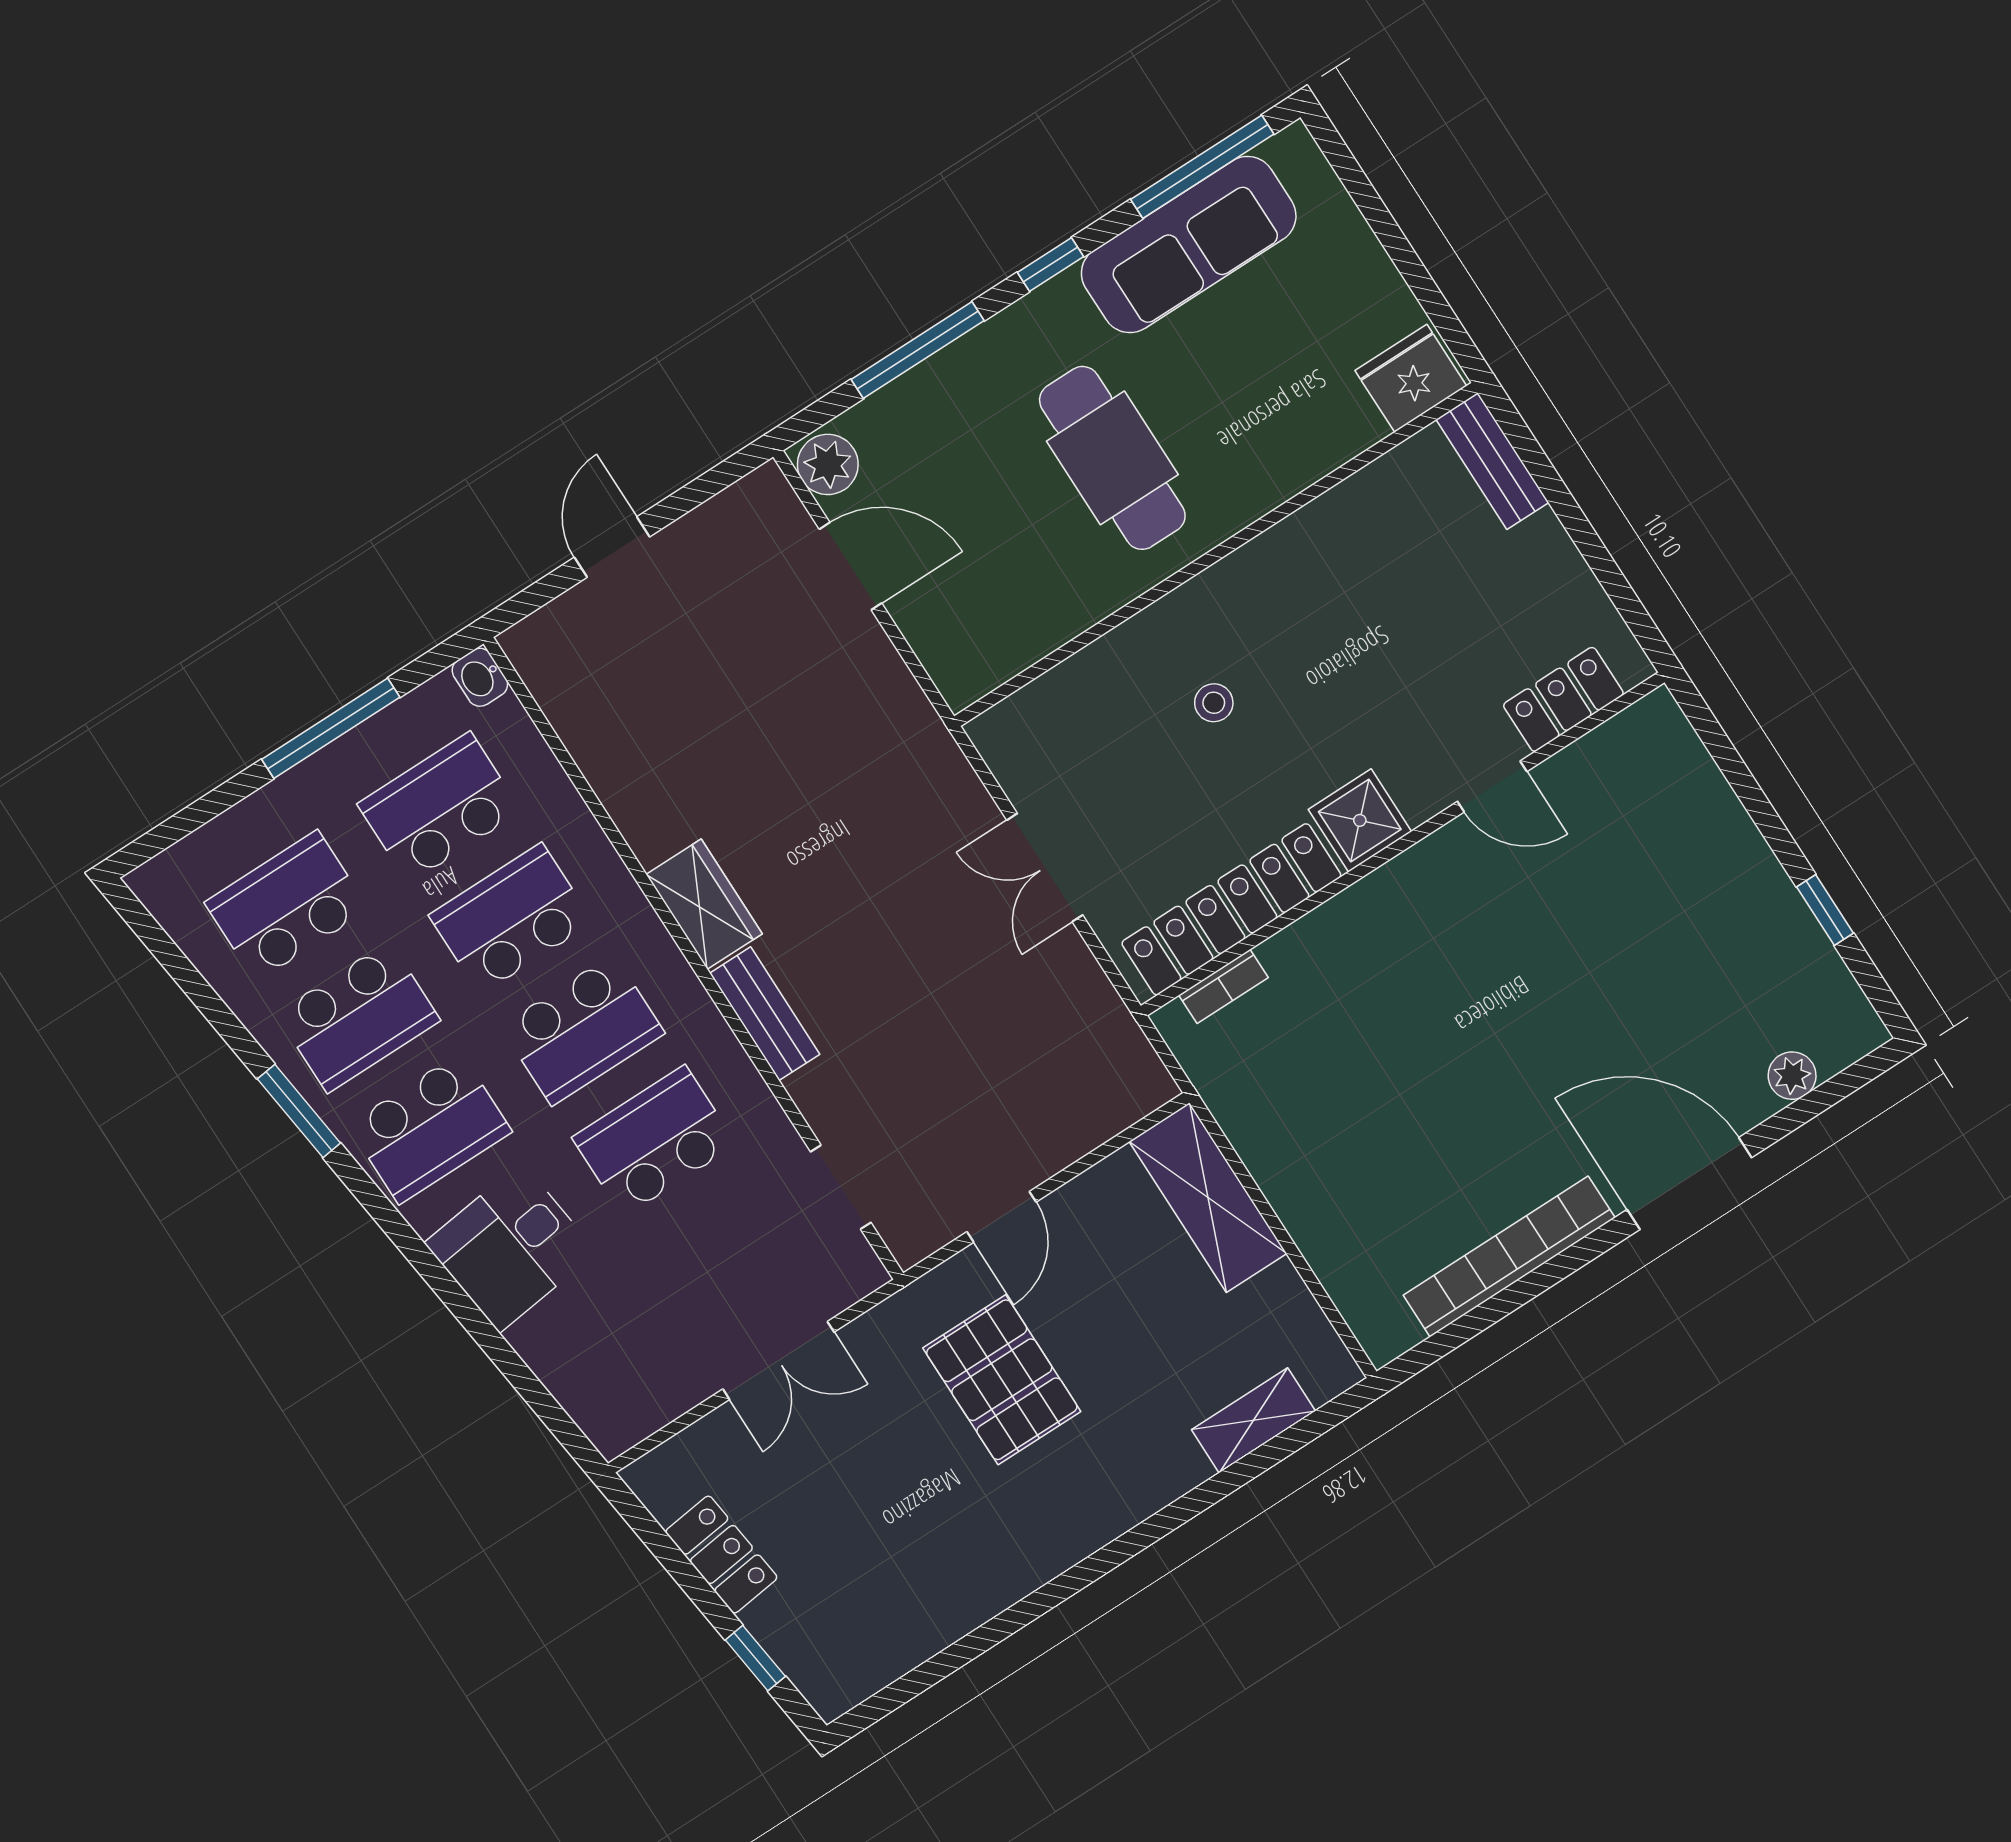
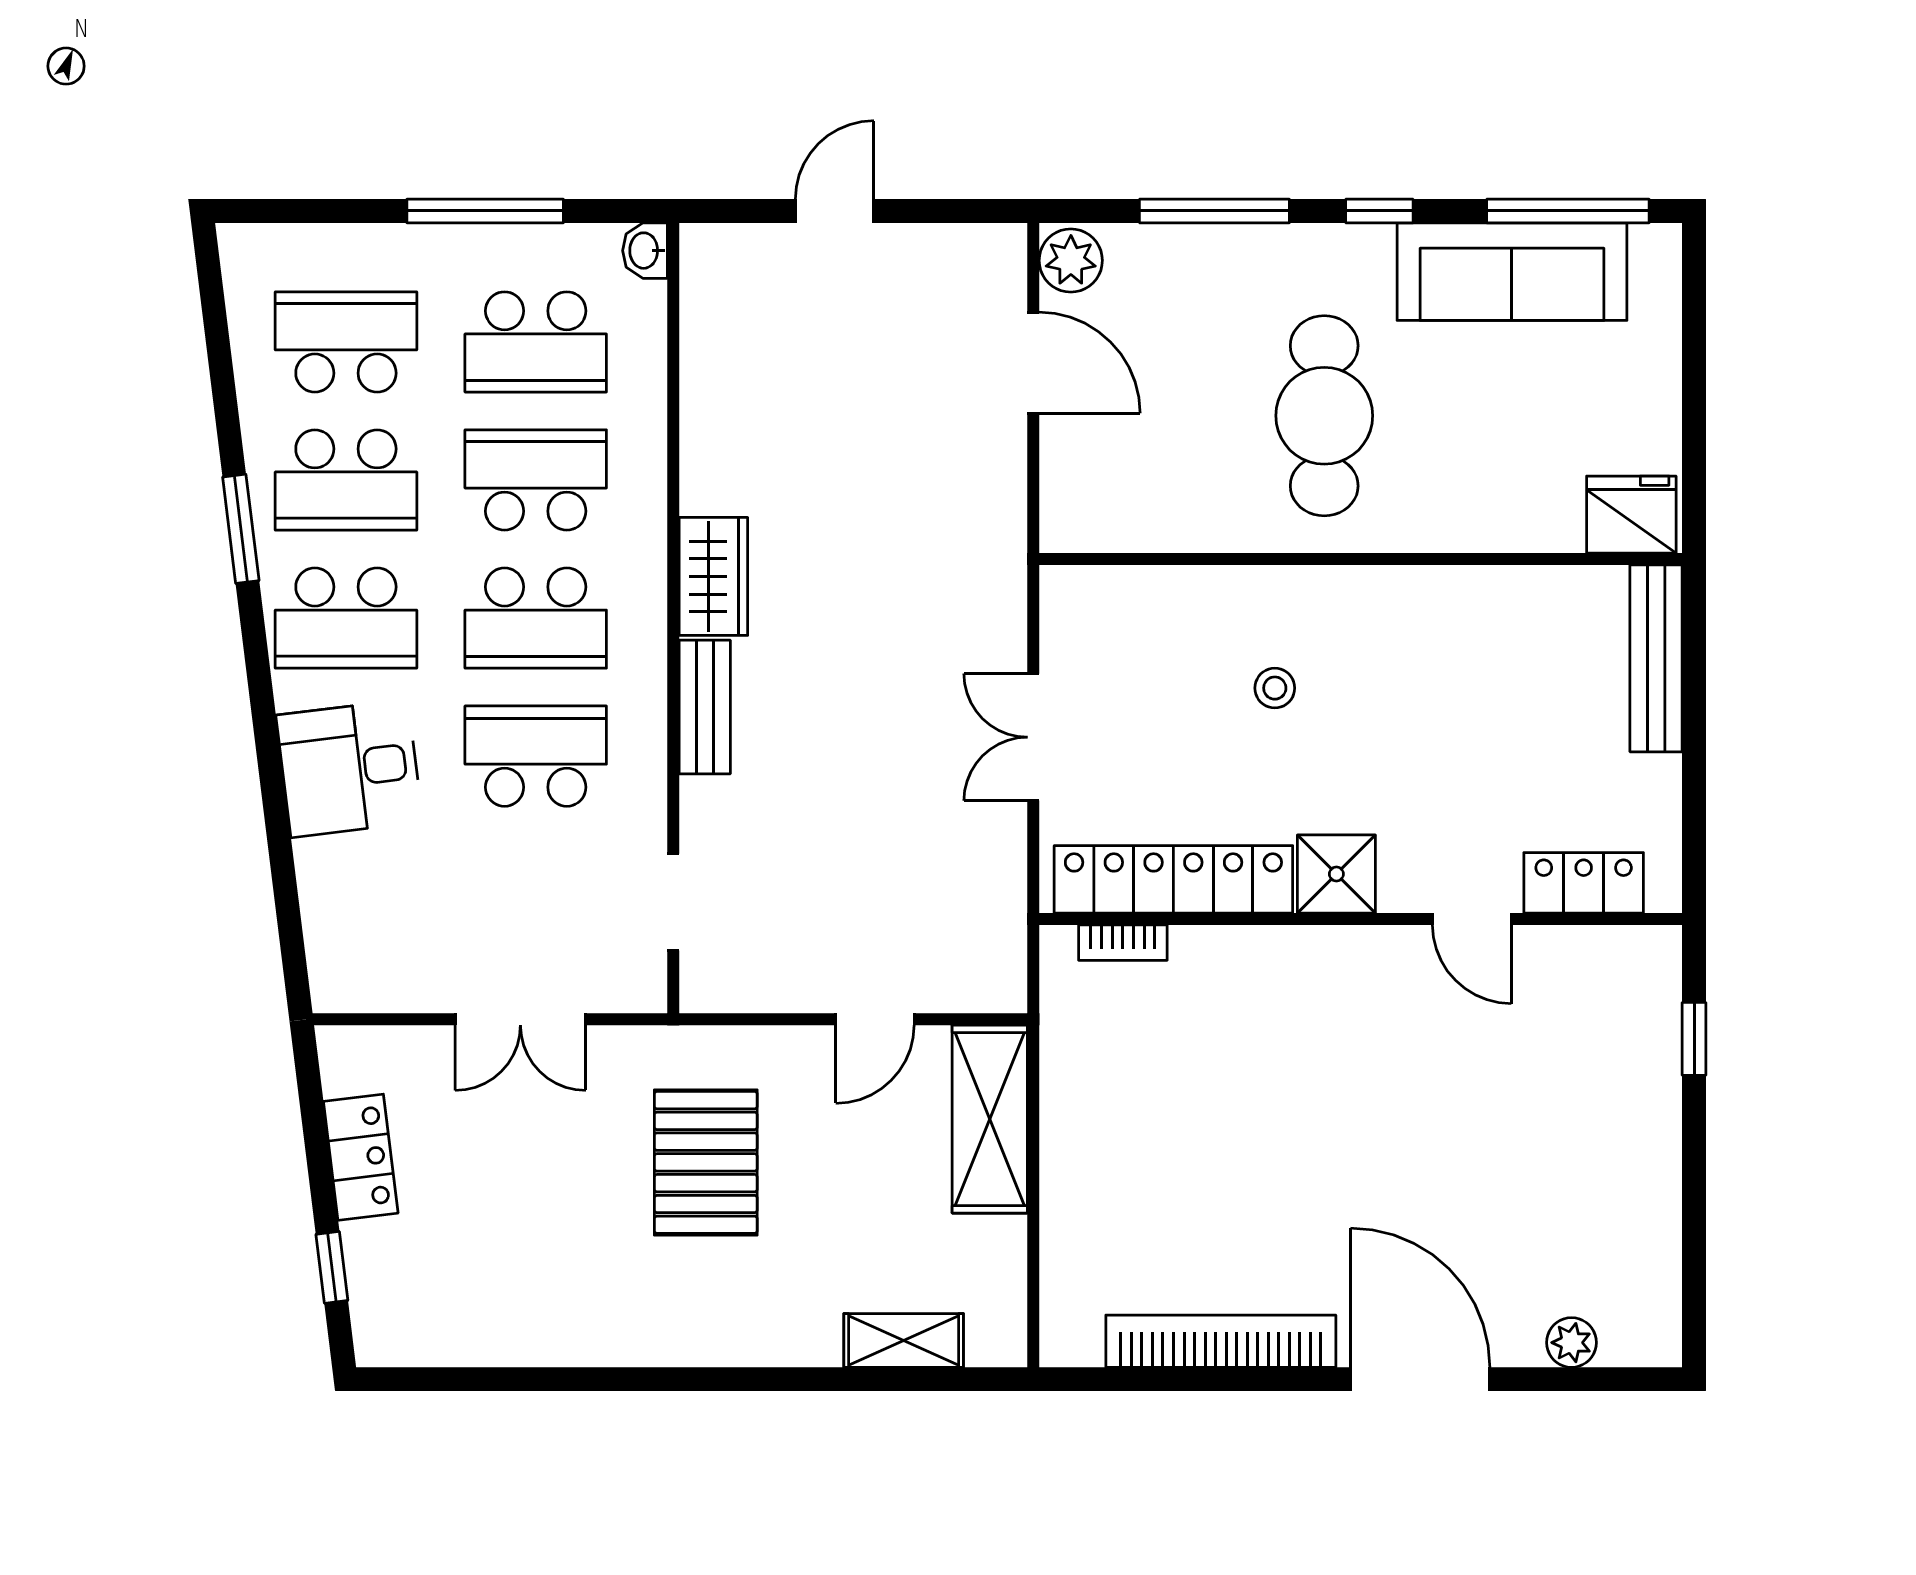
bench: (1492, 461) -> (1656, 658), width x1.36
school desk: (439, 808) -> (536, 342), turned 180
window: (1825, 910) -> (1694, 1039), moved
door: (1001, 1217) -> (875, 1019), moved

